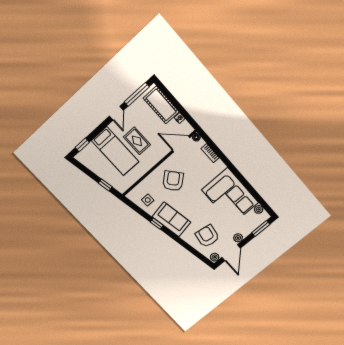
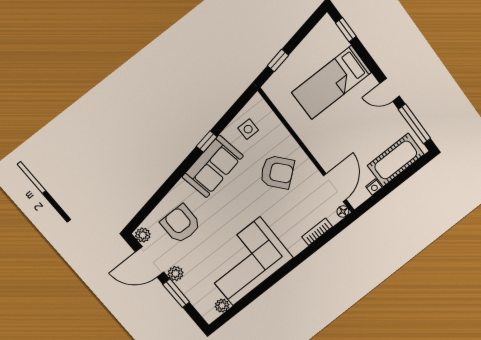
rug: (137, 141) -> (345, 119), removed
window: (261, 228) -> (176, 293), moved
armchair: (207, 236) -> (181, 224), turned -99

